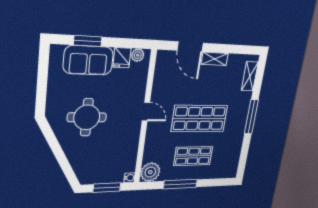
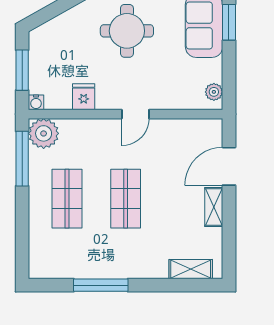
fridge: (122, 58) -> (84, 97), moved, turned 90
window: (251, 117) -> (101, 285), moved
shop shelf: (199, 118) -> (126, 199), width x0.70, depth x0.74
window: (180, 184) -> (22, 159), moved

